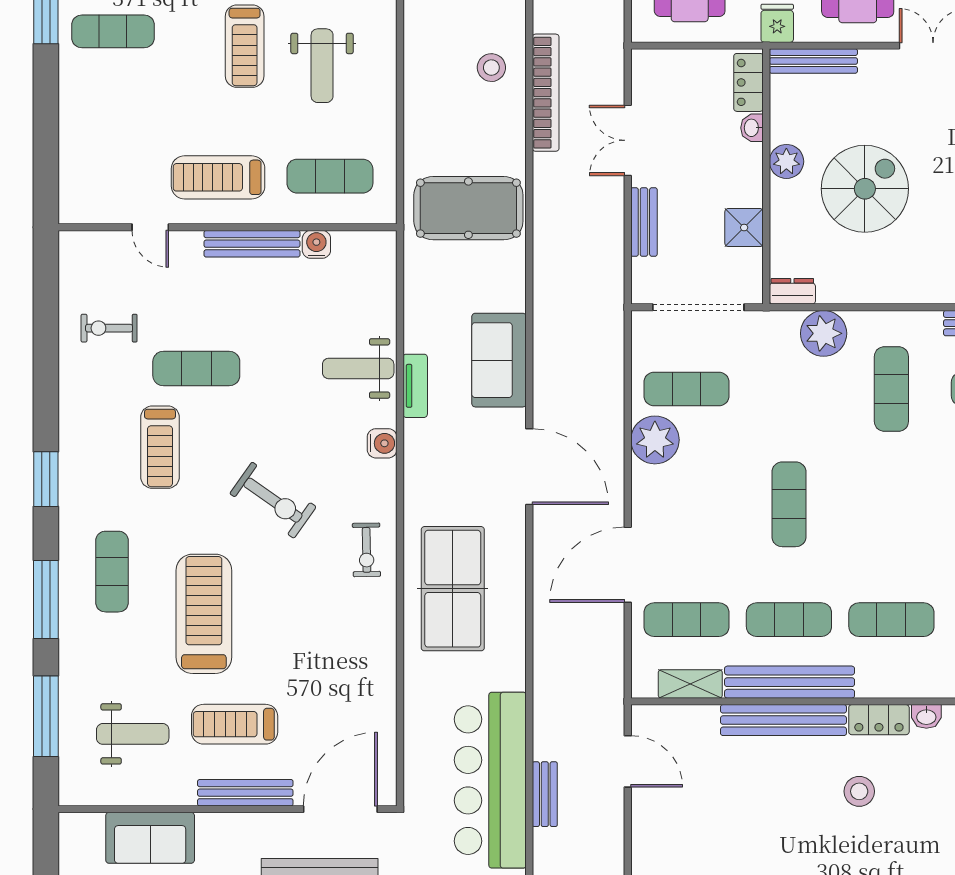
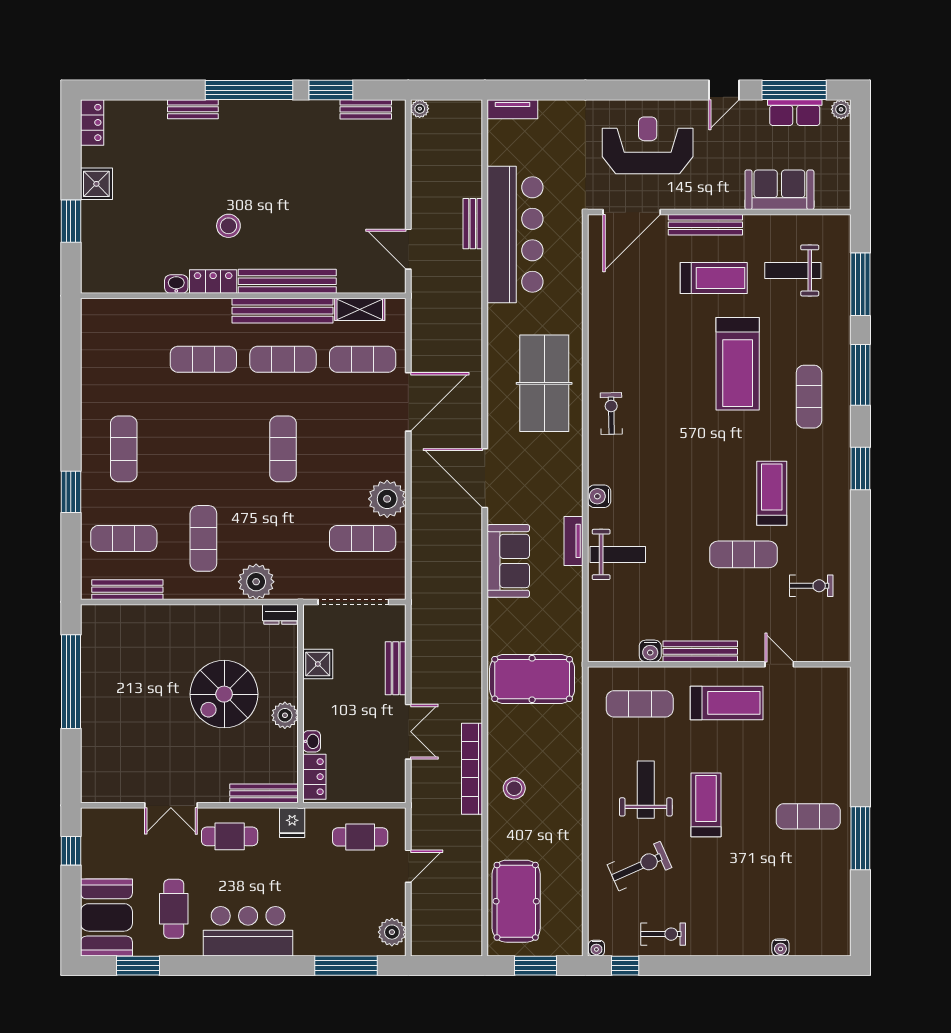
exercise bike: (273, 500) -> (684, 452), removed

